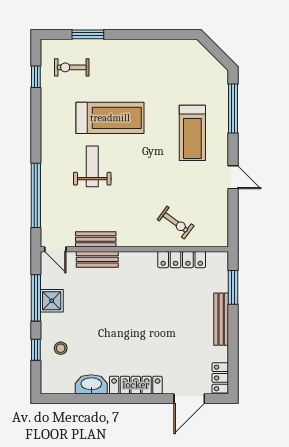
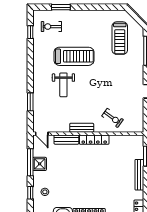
treadmill: (192, 133) -> (120, 38), moved
weight bench: (92, 166) -> (63, 85), turned 180
window: (36, 195) -> (30, 102), width x0.47
bench: (96, 239) -> (82, 128), moved
locker: (182, 260) -> (94, 140), moved

